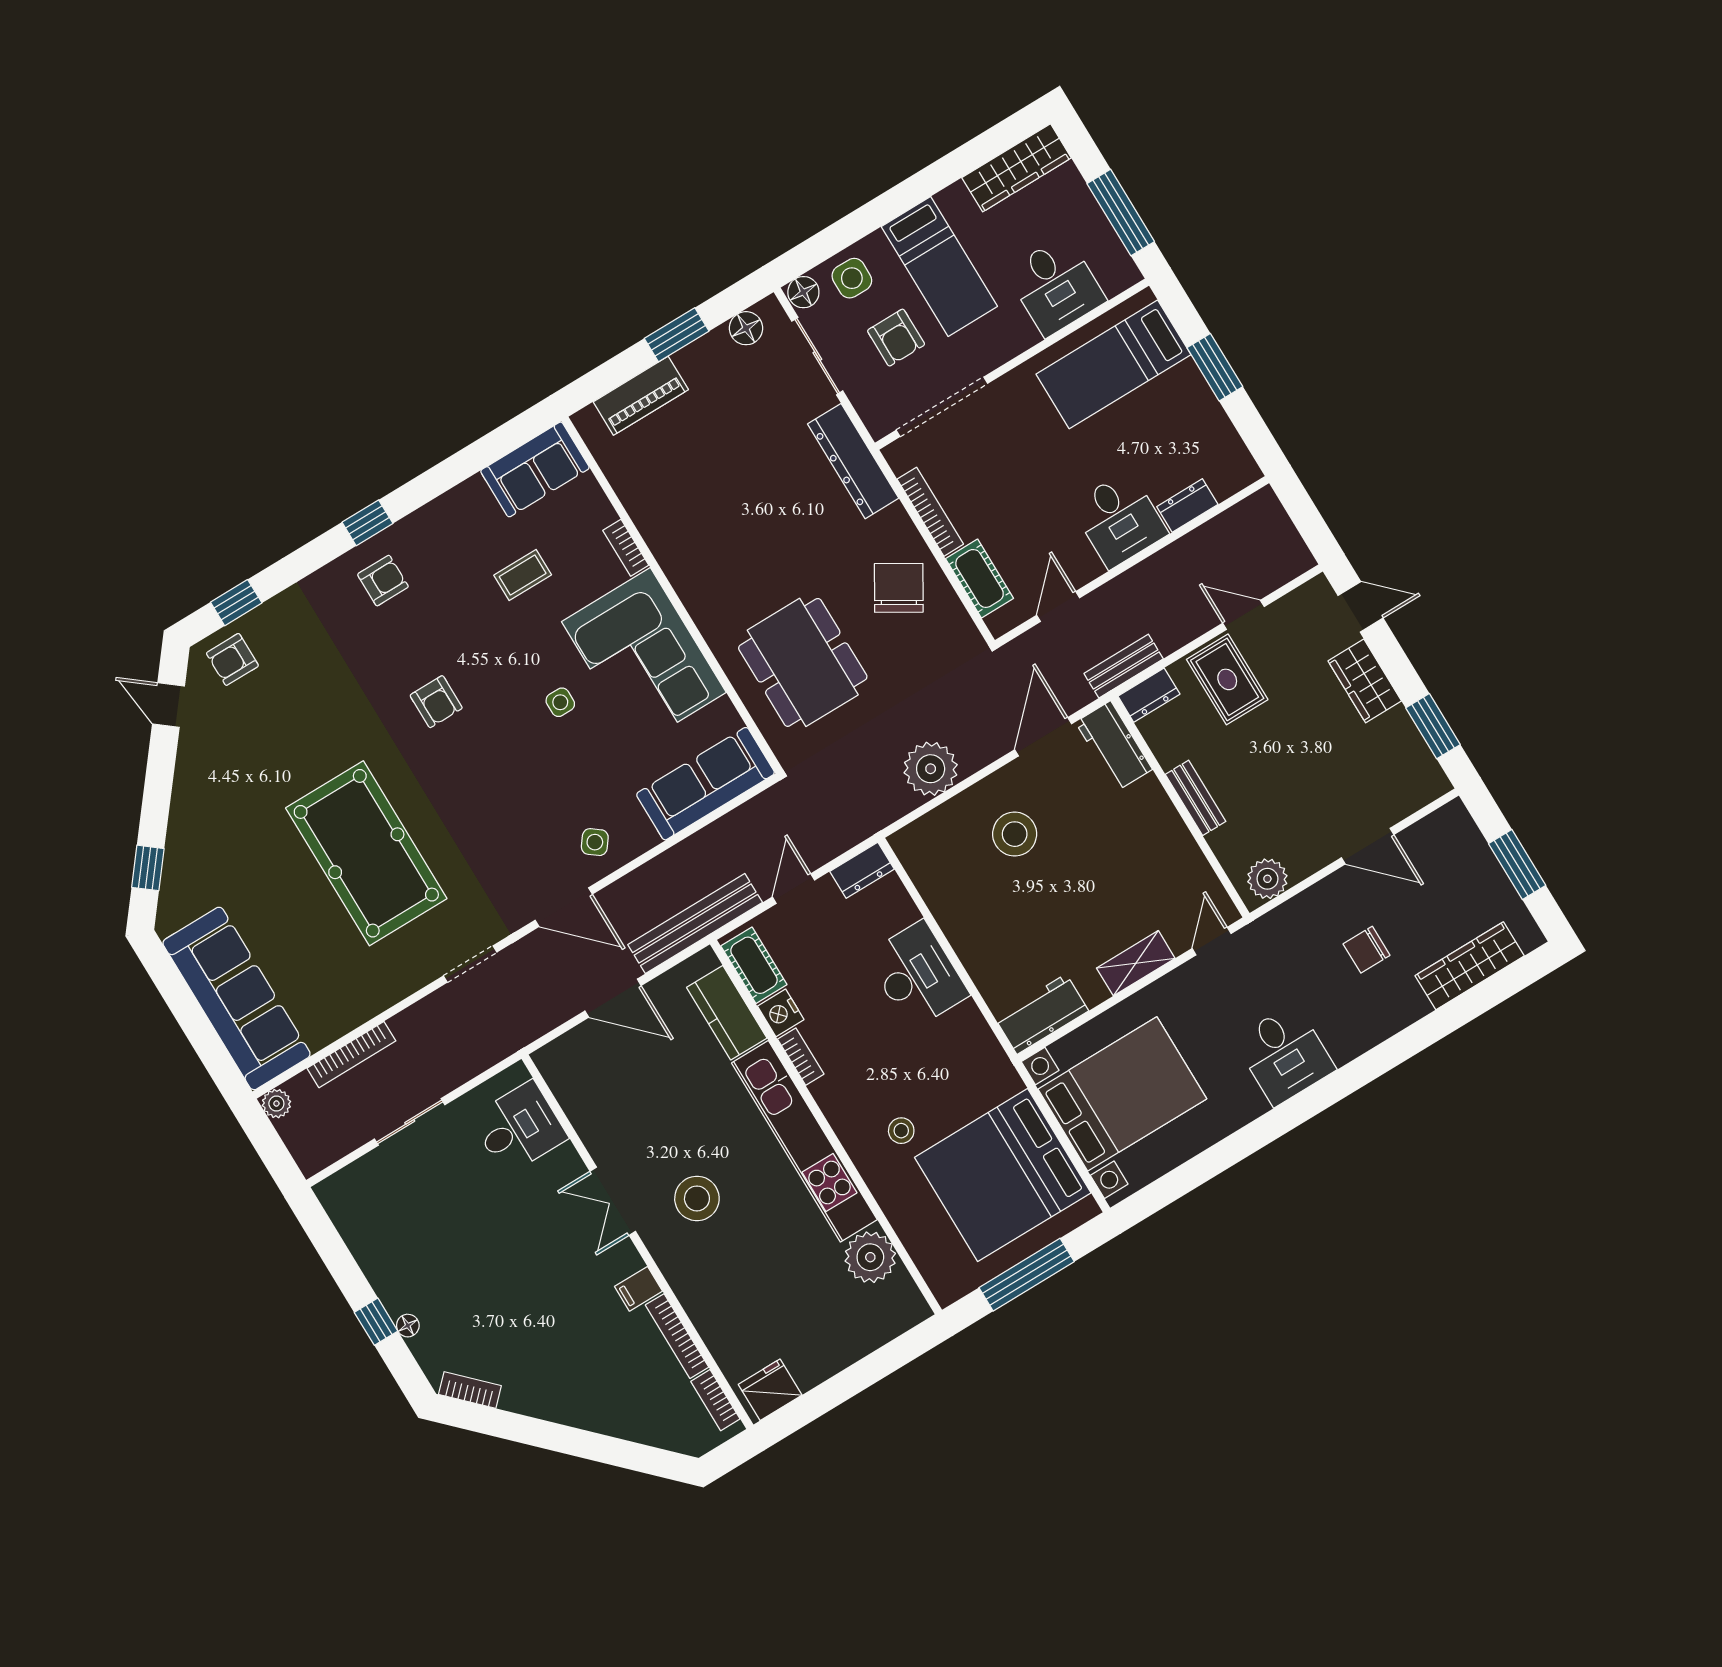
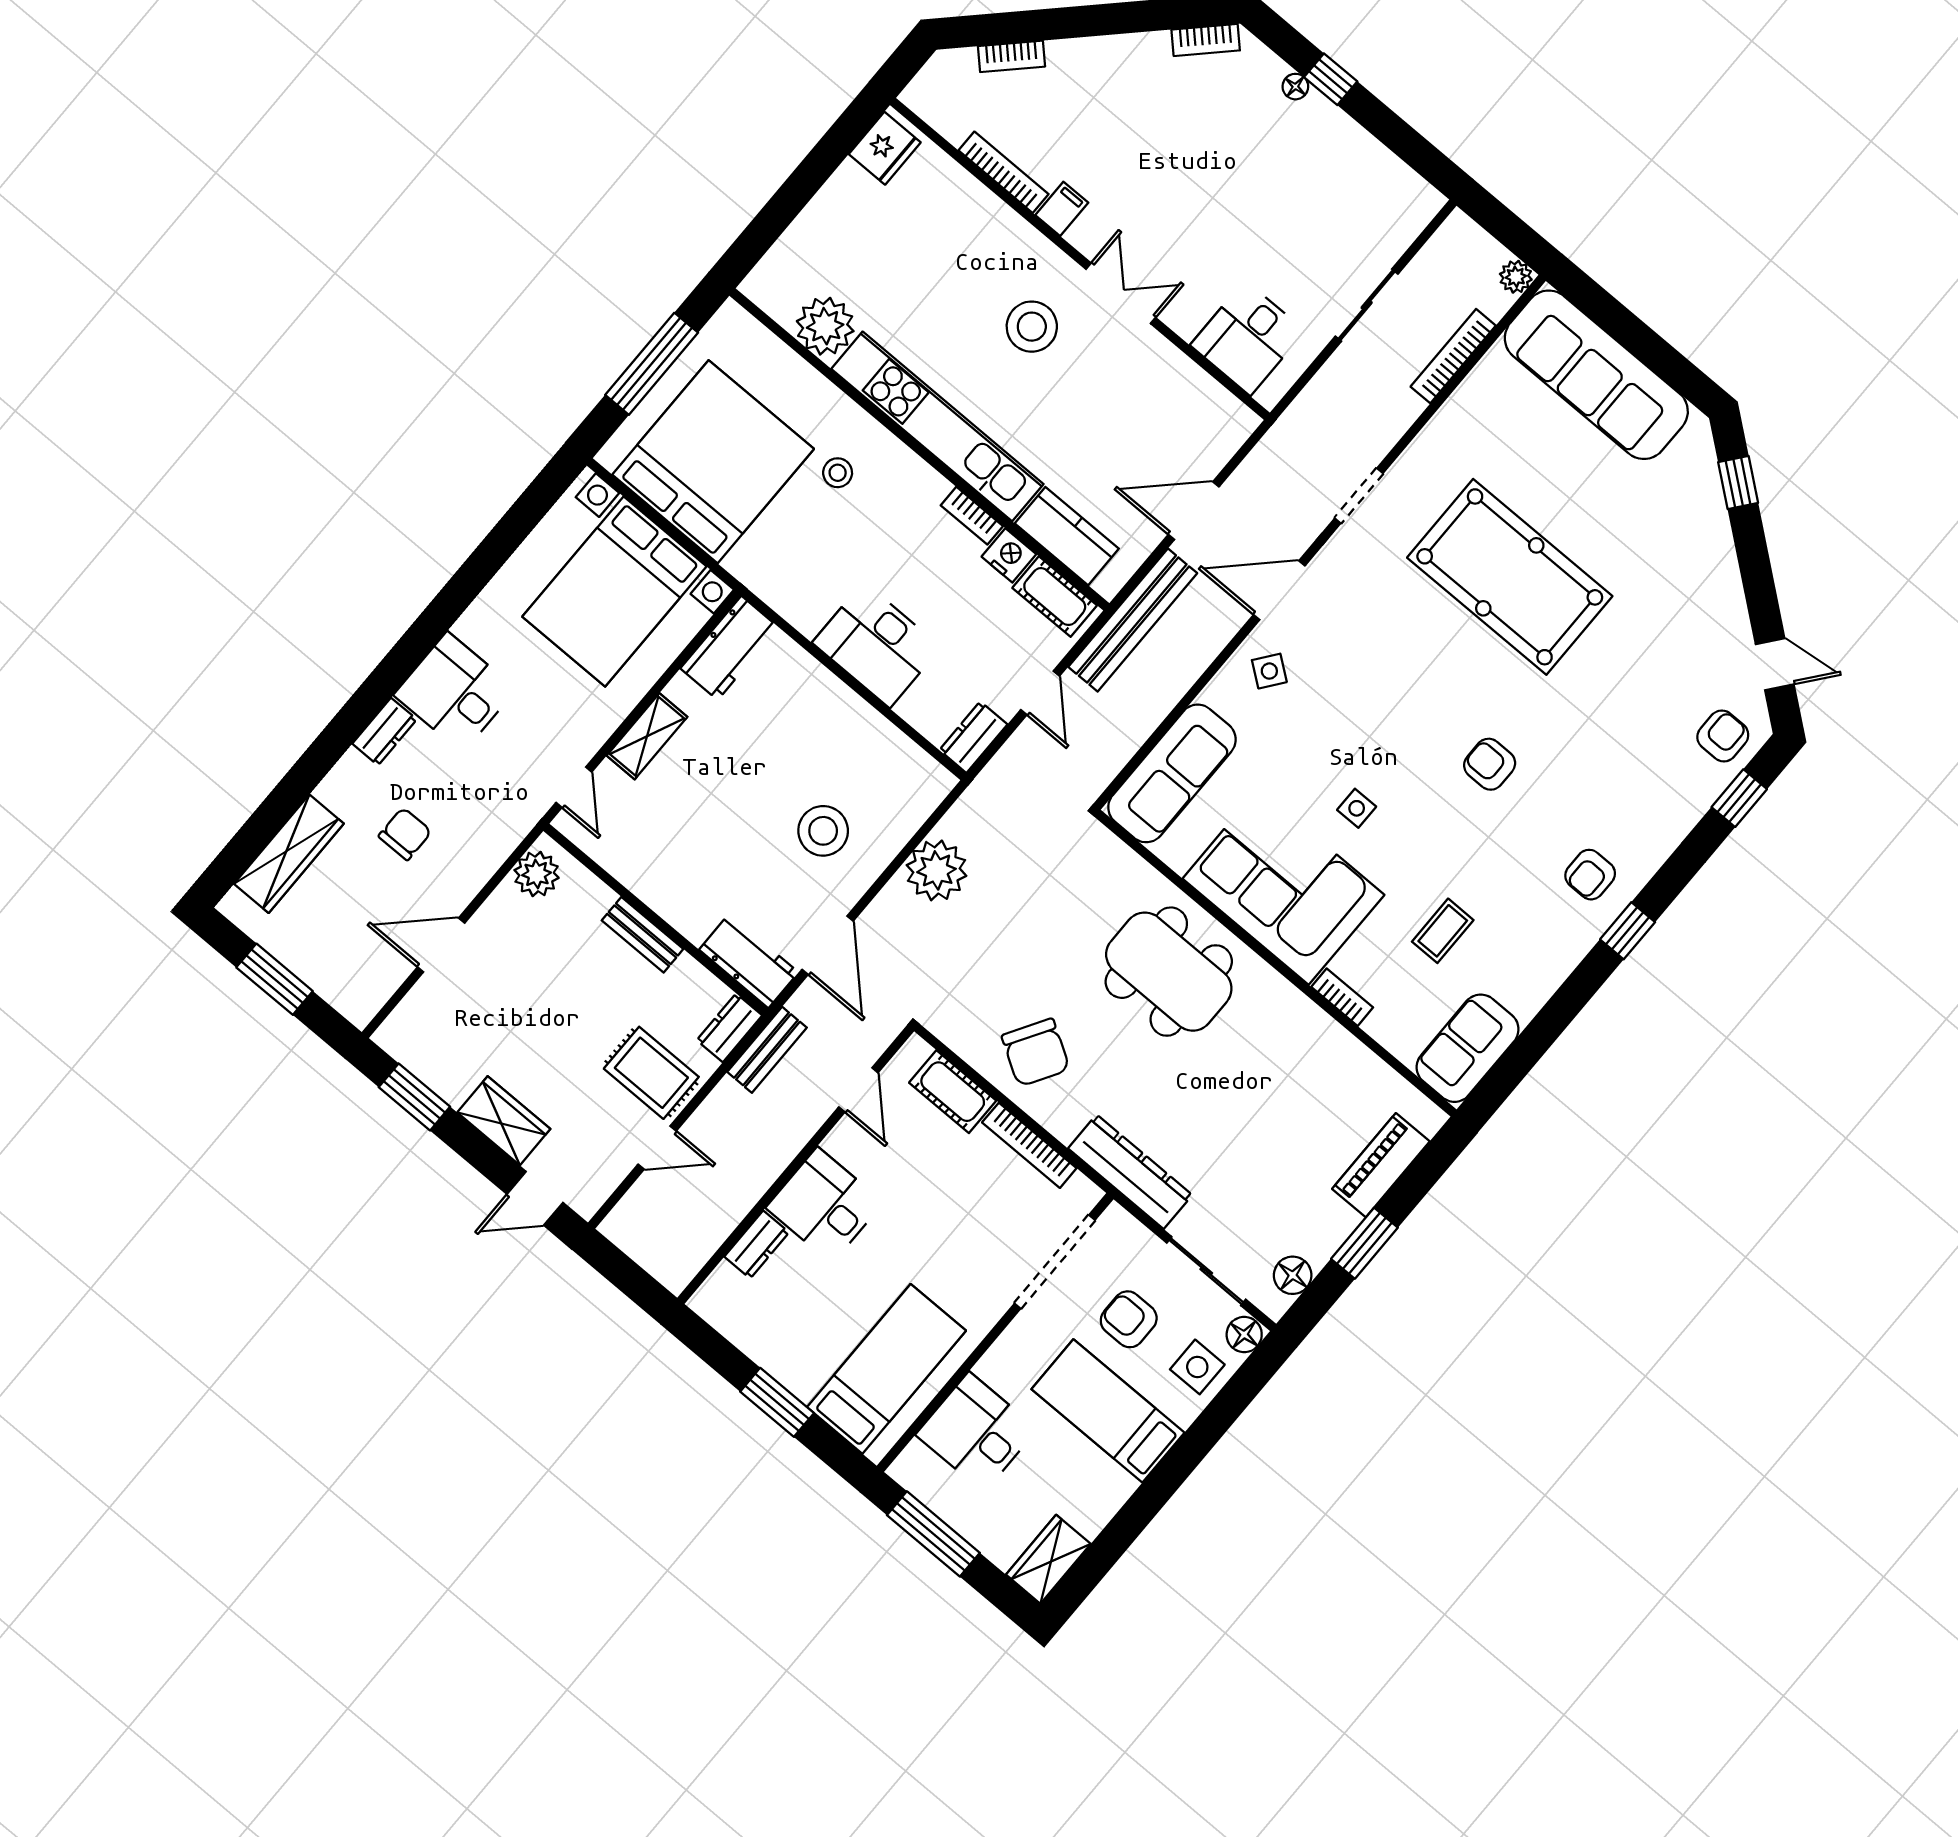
wardrobe: (1017, 168) -> (1048, 1559), width x0.67
dining table: (803, 662) -> (1169, 972), moved
dresser: (1355, 1041) -> (384, 732), added
bookcase: (715, 1400) -> (1011, 56), moved, turned 135

